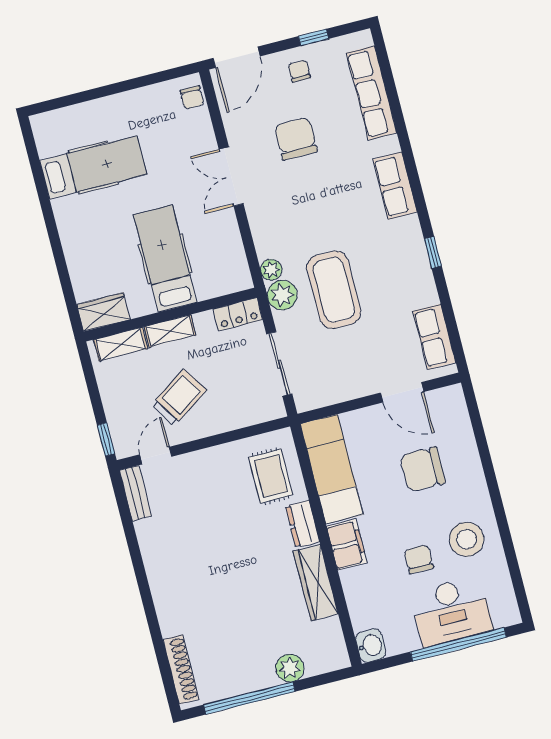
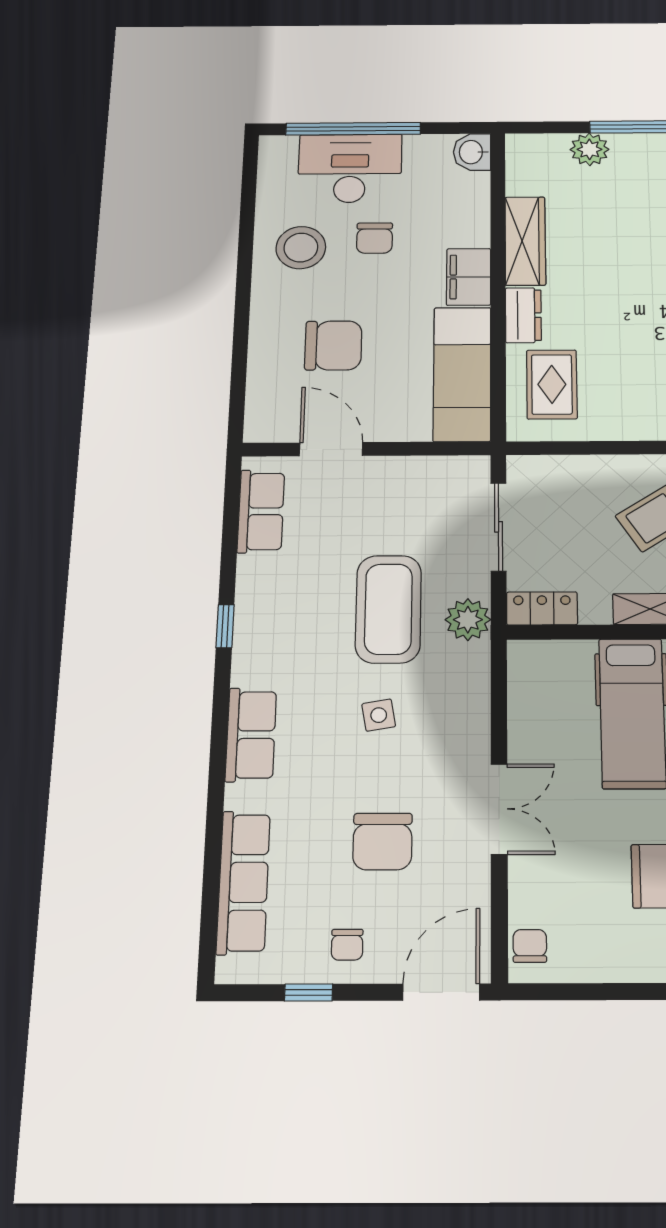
side table: (320, 218) -> (379, 715), added
plant: (271, 270) -> (474, 659), removed

